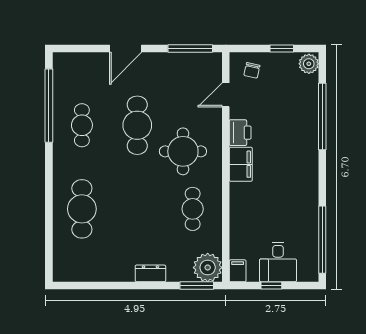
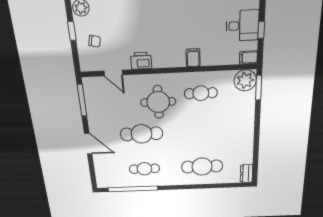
chair: (252, 70) -> (95, 41), moved
filing cabinet: (241, 164) -> (193, 58), moved, width x0.50
dresser: (150, 273) -> (246, 173), moved

